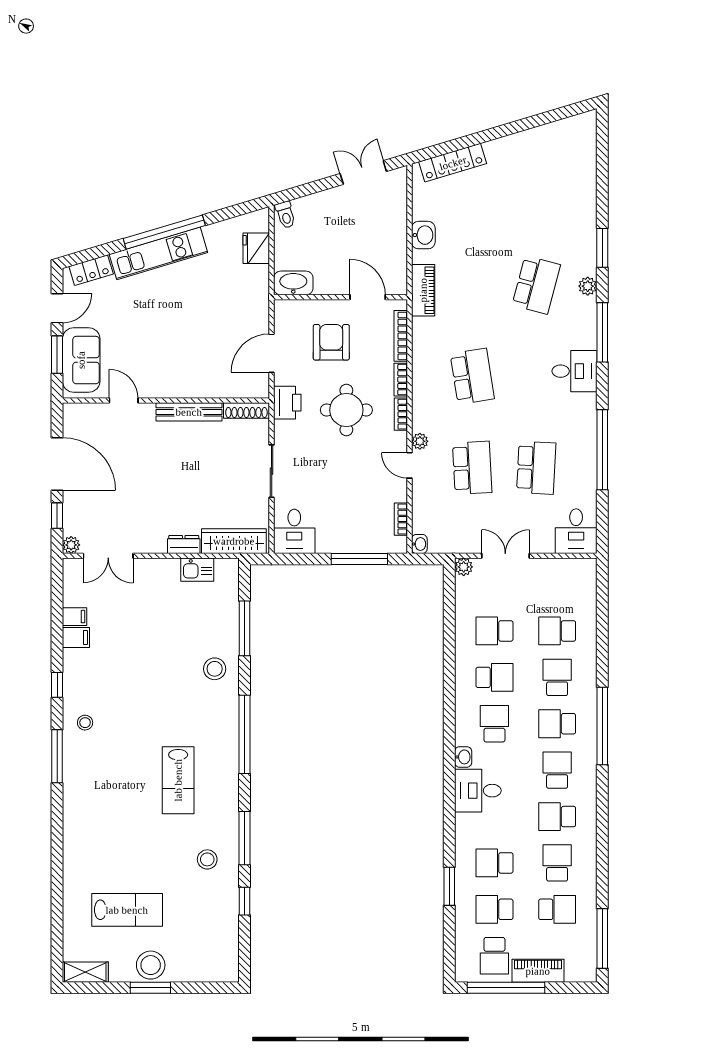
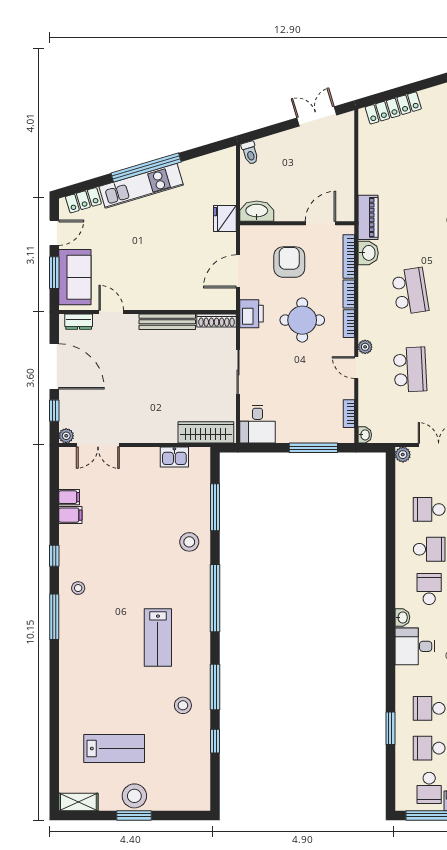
washbasin: (423, 235) -> (368, 253), moved
fridge: (256, 248) -> (225, 218), moved
door: (368, 297) -> (320, 223), hinge flipped
dresser: (184, 545) -> (79, 322), moved, turned 180

